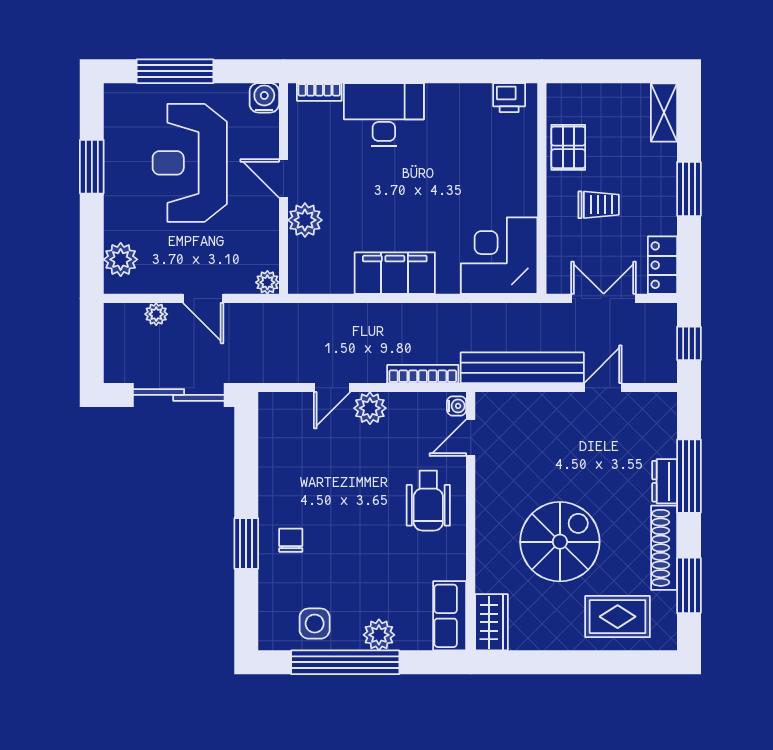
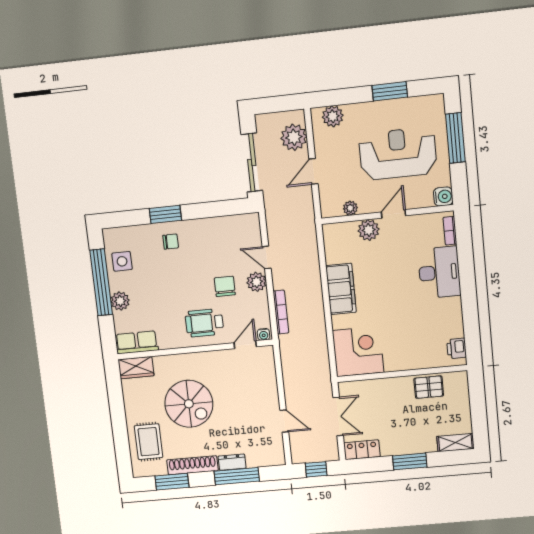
trolley: (599, 205) -> (395, 408), removed
plant: (267, 282) -> (350, 208), moved
plant: (156, 314) -> (294, 137), width x1.87, depth x1.87
bench: (522, 368) -> (291, 372), removed
door: (471, 438) -> (245, 345), hinge flipped
chair: (372, 460) -> (225, 286), added

